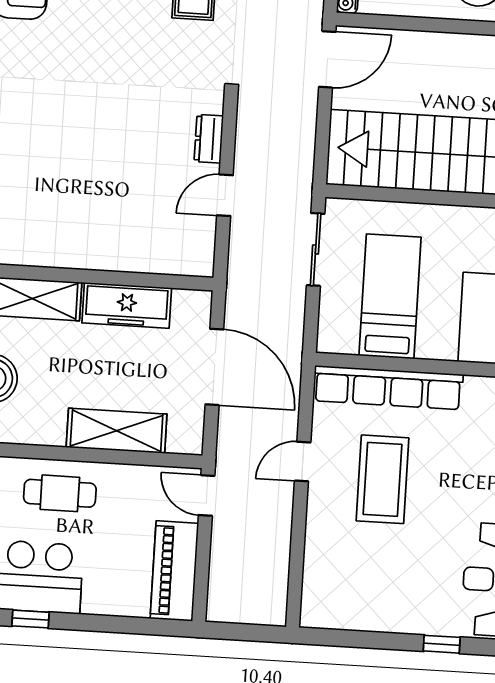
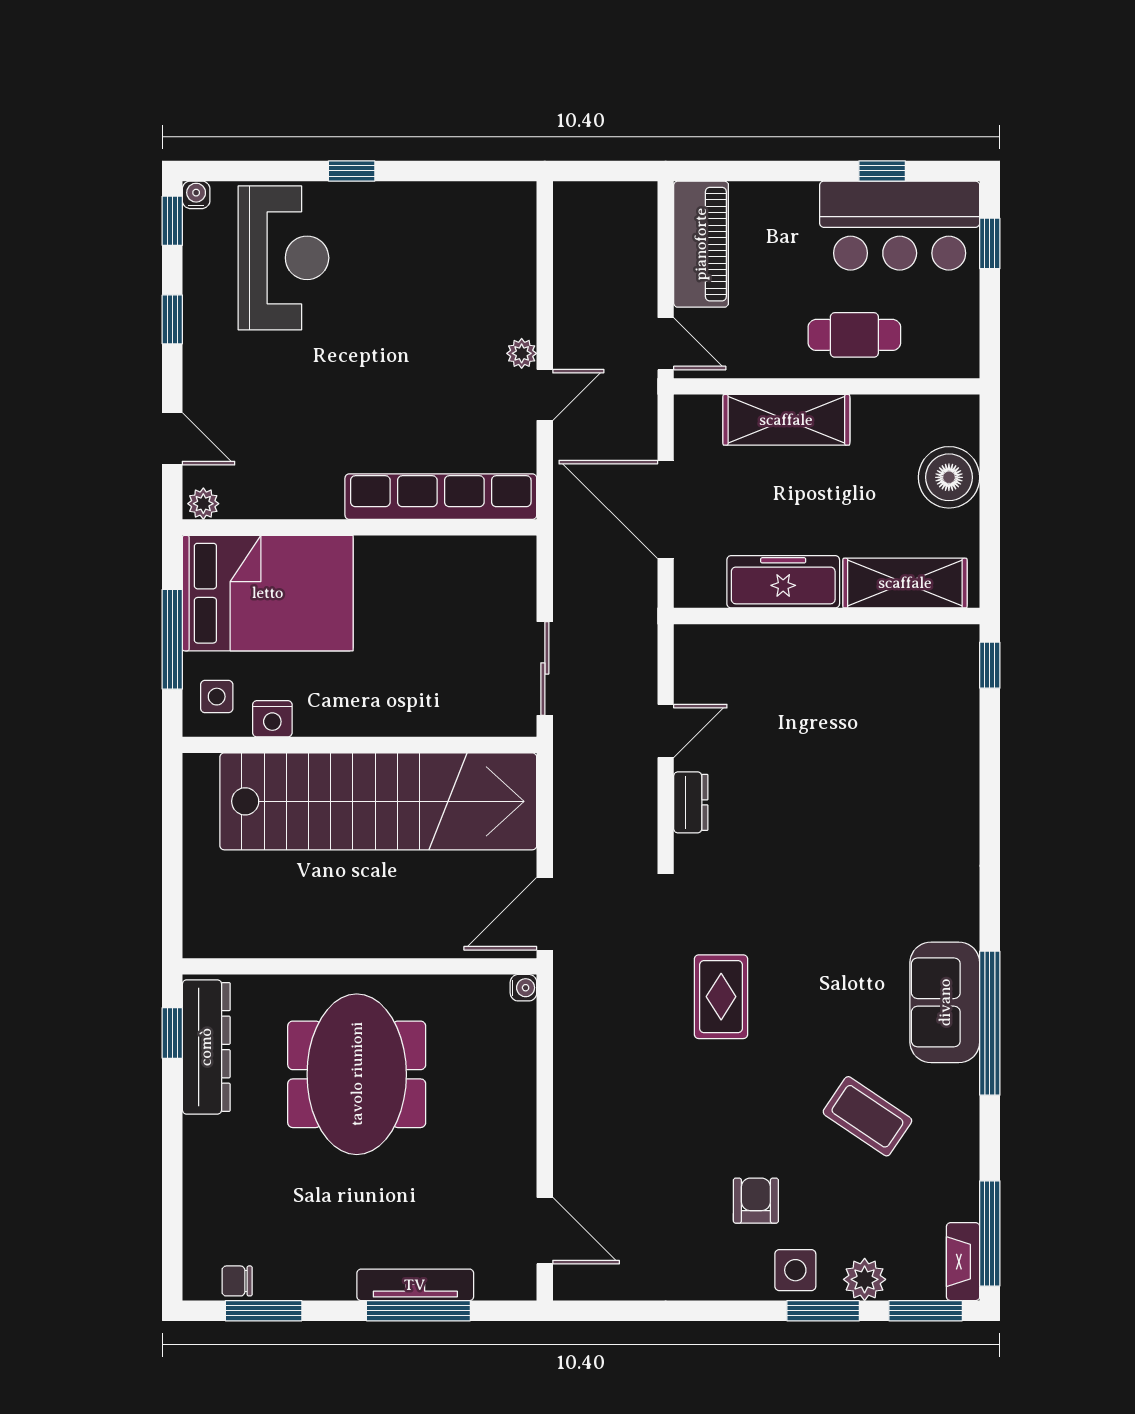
bed: (390, 296) -> (445, 614), removed
coffee table: (382, 479) -> (441, 378), removed
plant: (319, 495) -> (522, 353), added

